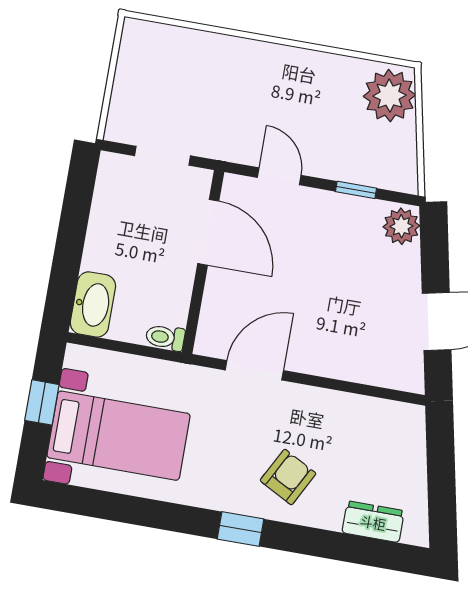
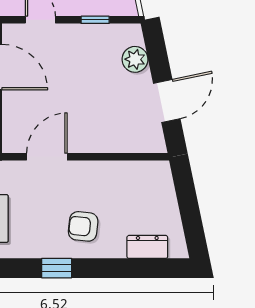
plant: (401, 226) -> (135, 59), moved
armchair: (288, 477) -> (83, 226), turned -112

